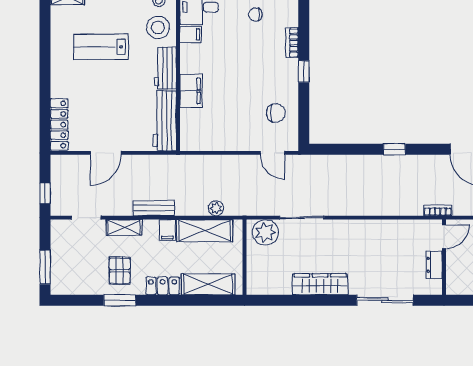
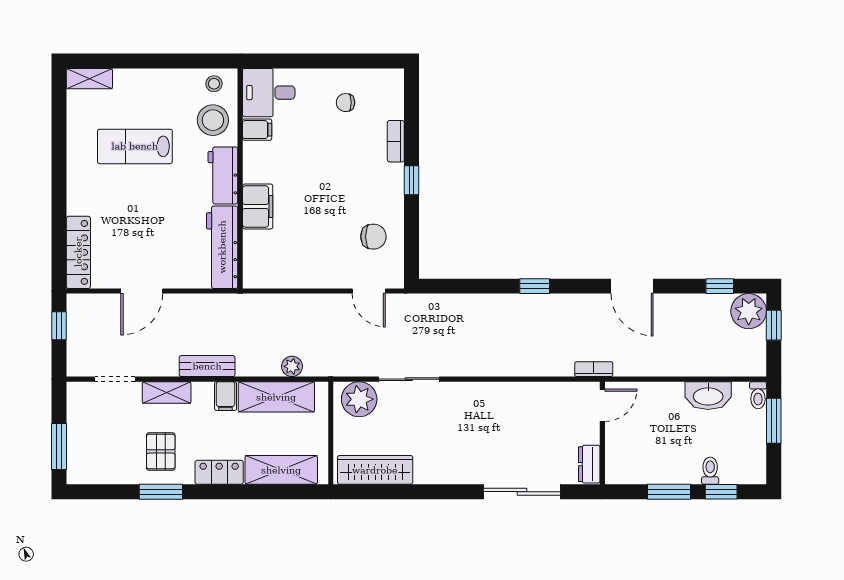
window: (45, 193) -> (59, 326), moved
dresser: (434, 265) -> (589, 464), moved
wardrobe: (320, 284) -> (375, 470), moved

